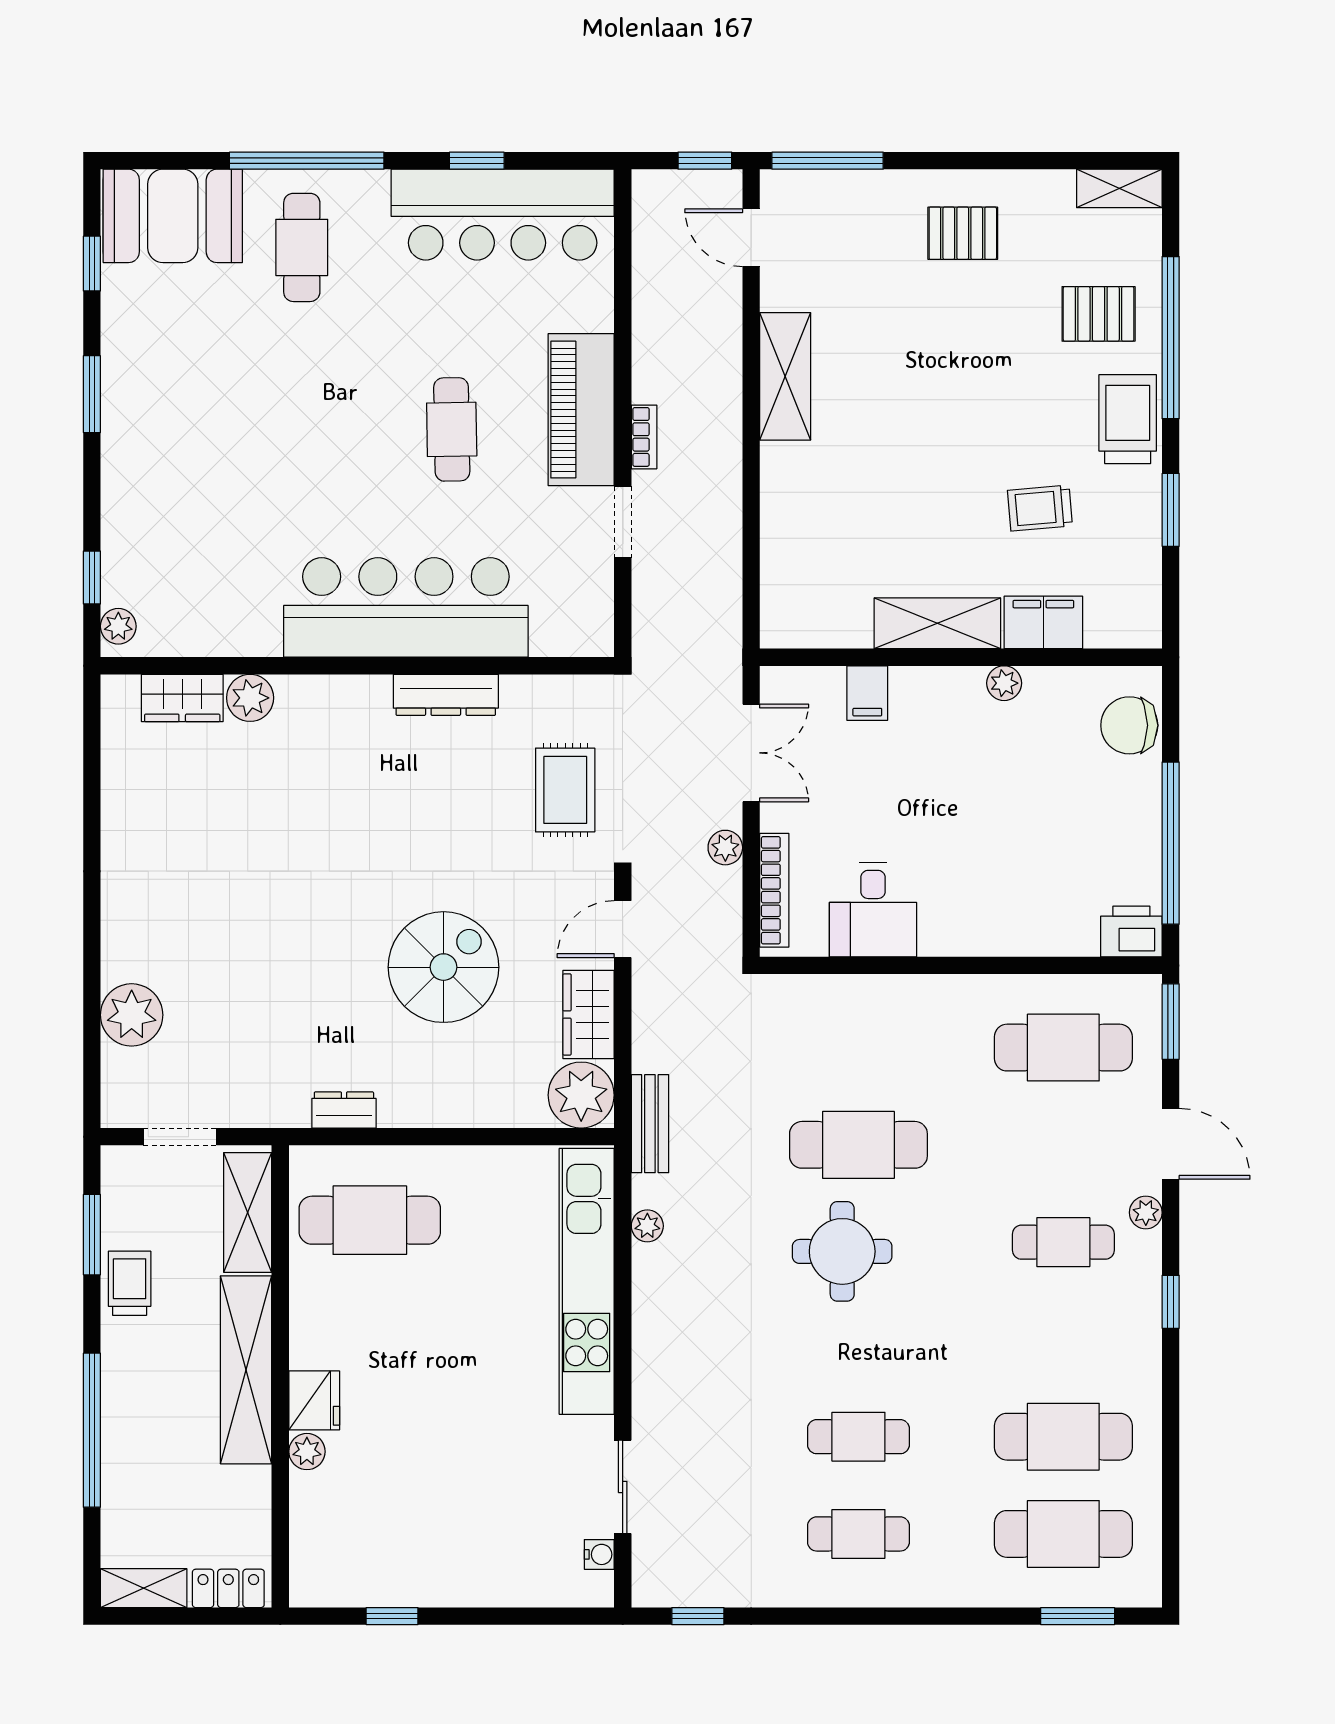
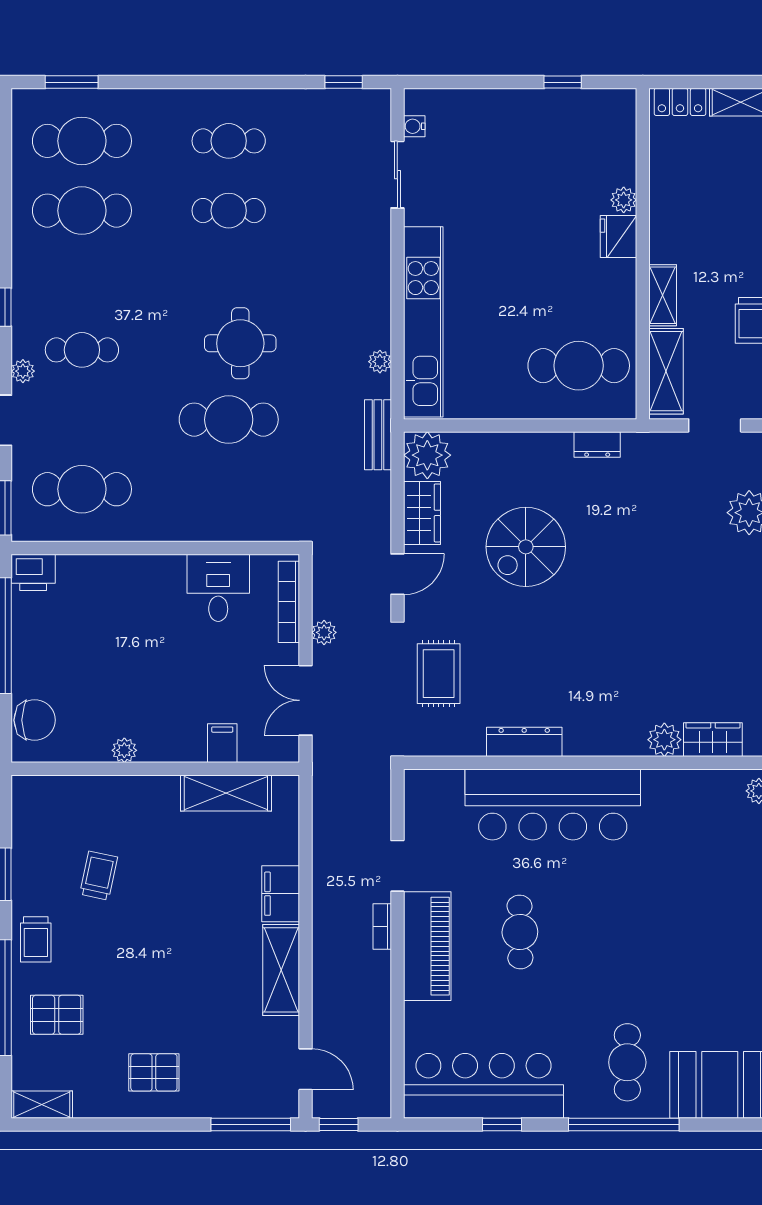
trolley: (1128, 419) -> (36, 939), width x0.73, depth x0.72
trolley: (1040, 508) -> (99, 876), turned -73
filing cabinet: (1043, 622) -> (281, 894), moved, turned 90
shelving: (937, 623) -> (226, 793), moved
shelving: (246, 1370) -> (663, 295), width x0.45, depth x0.75

